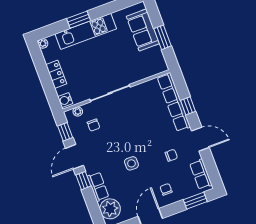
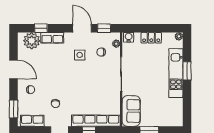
sofa: (143, 30) -> (131, 111), moved, turned 90
side table: (131, 163) -> (80, 55), moved
window: (83, 181) -> (41, 28), moved

